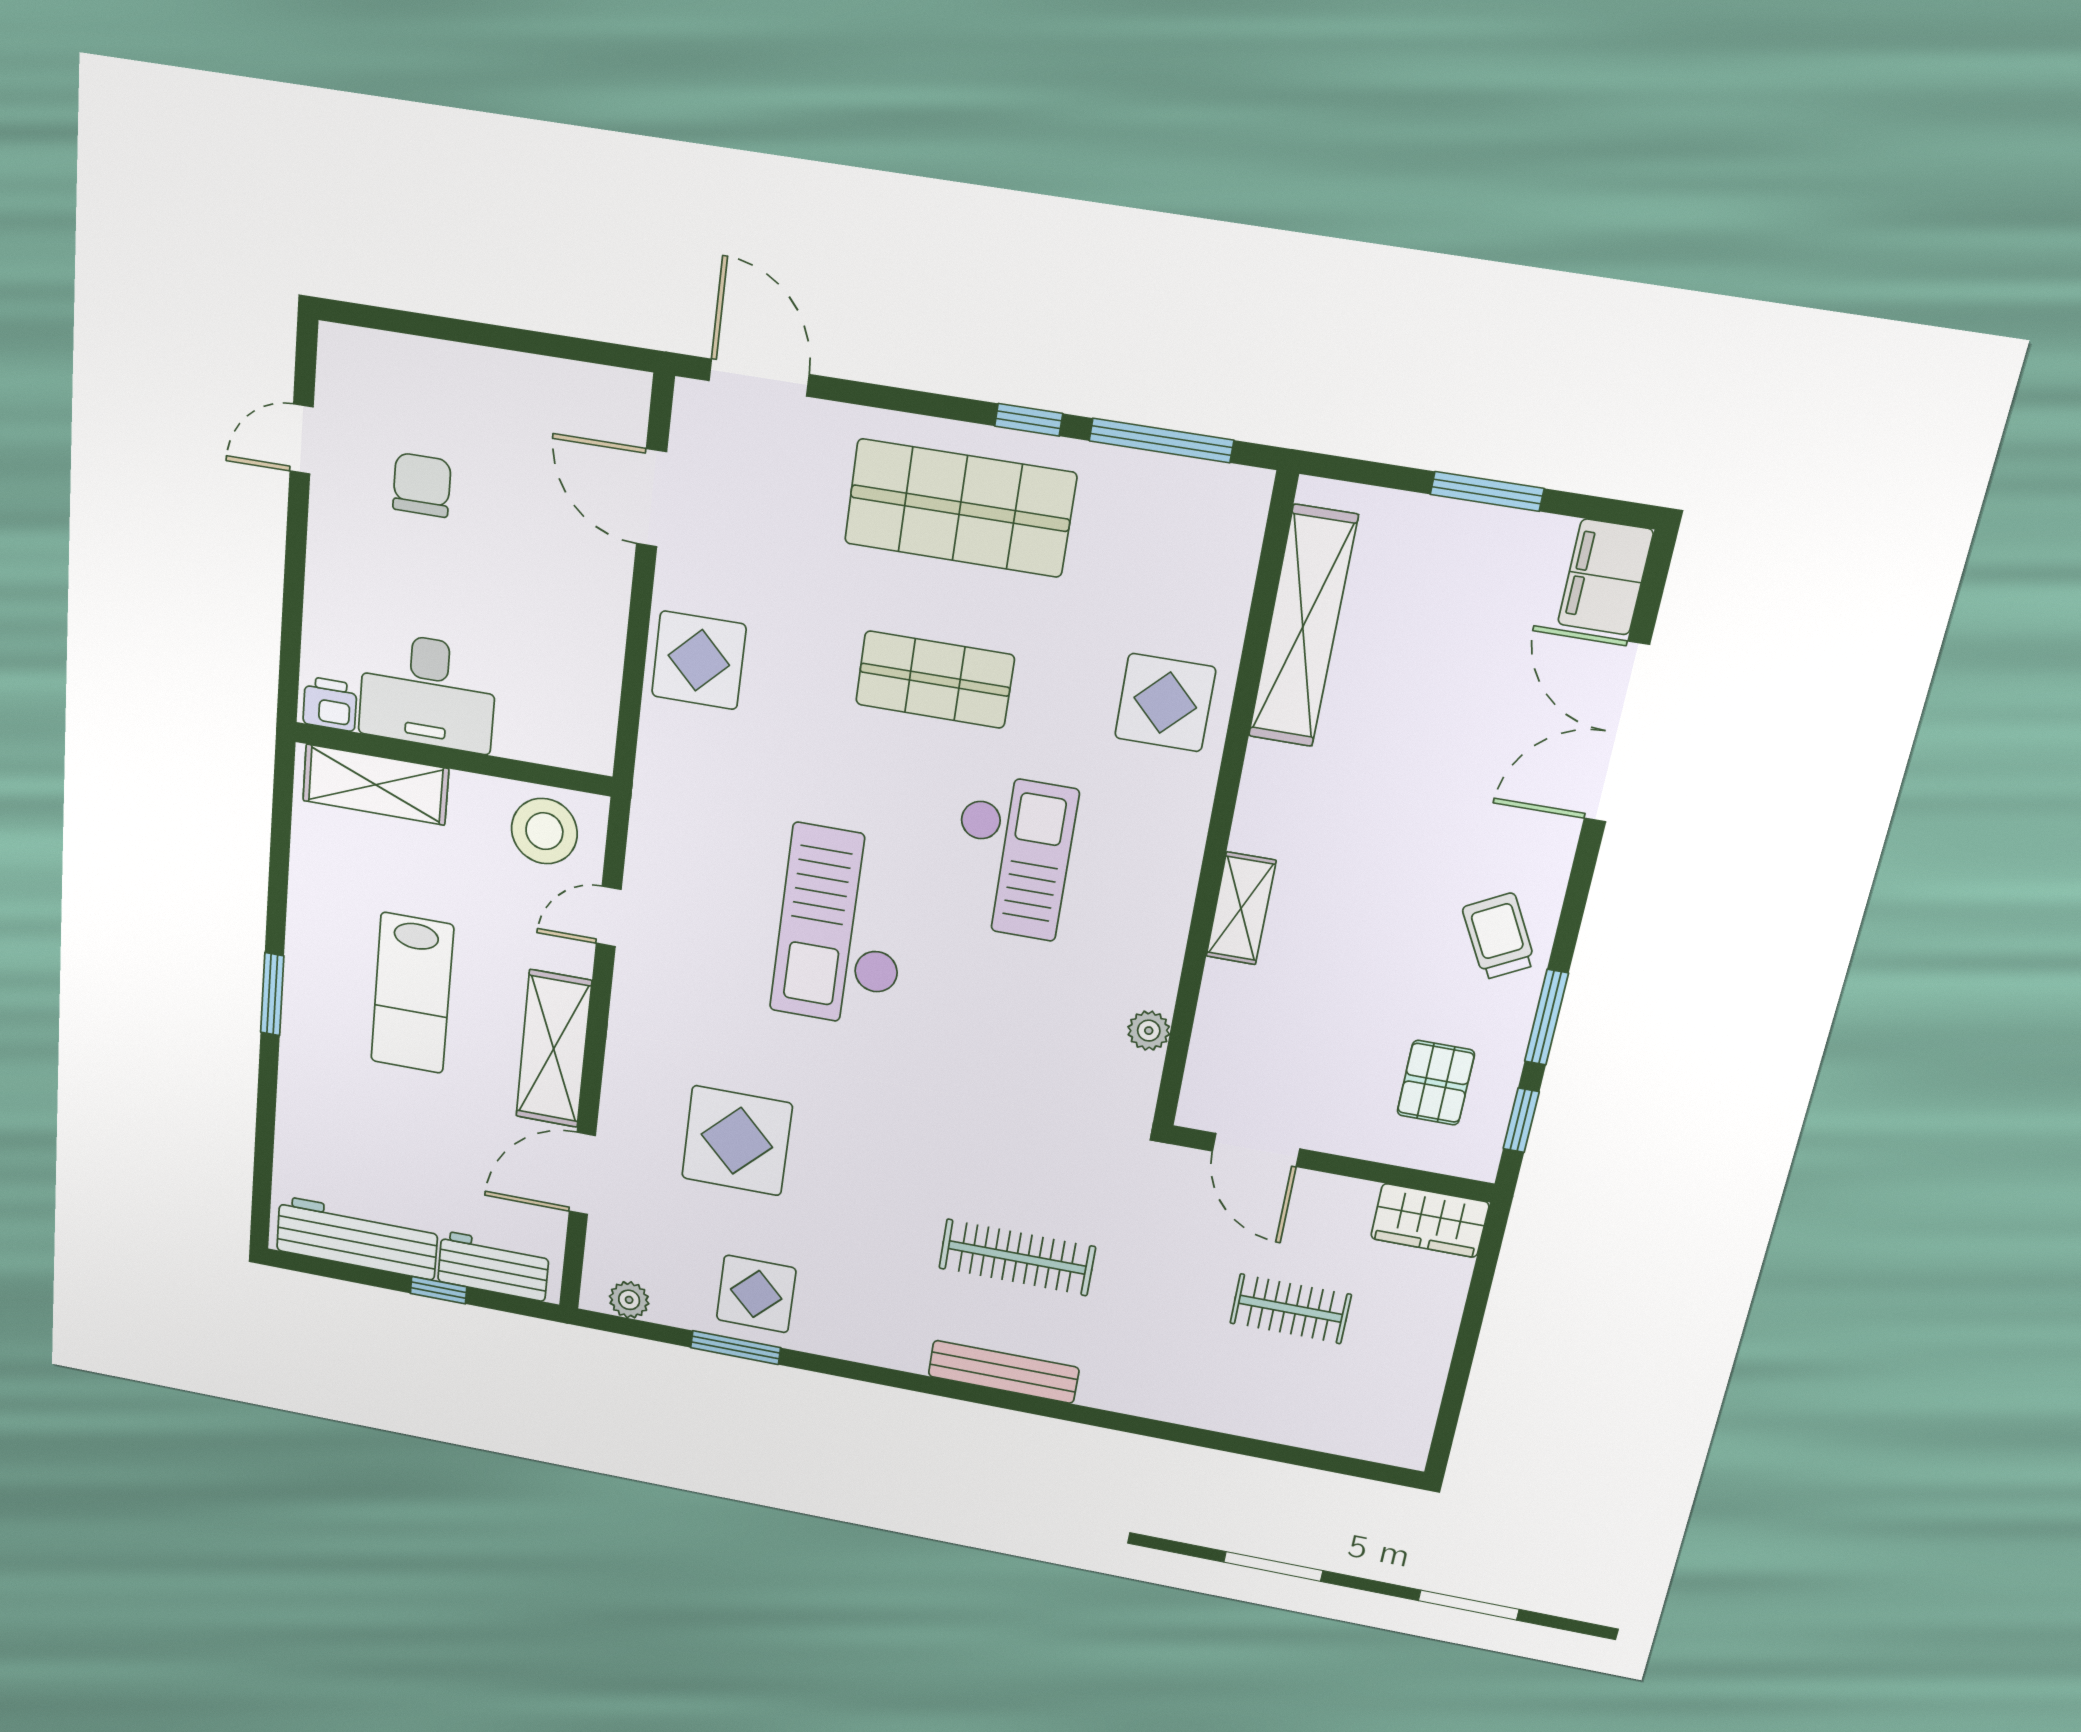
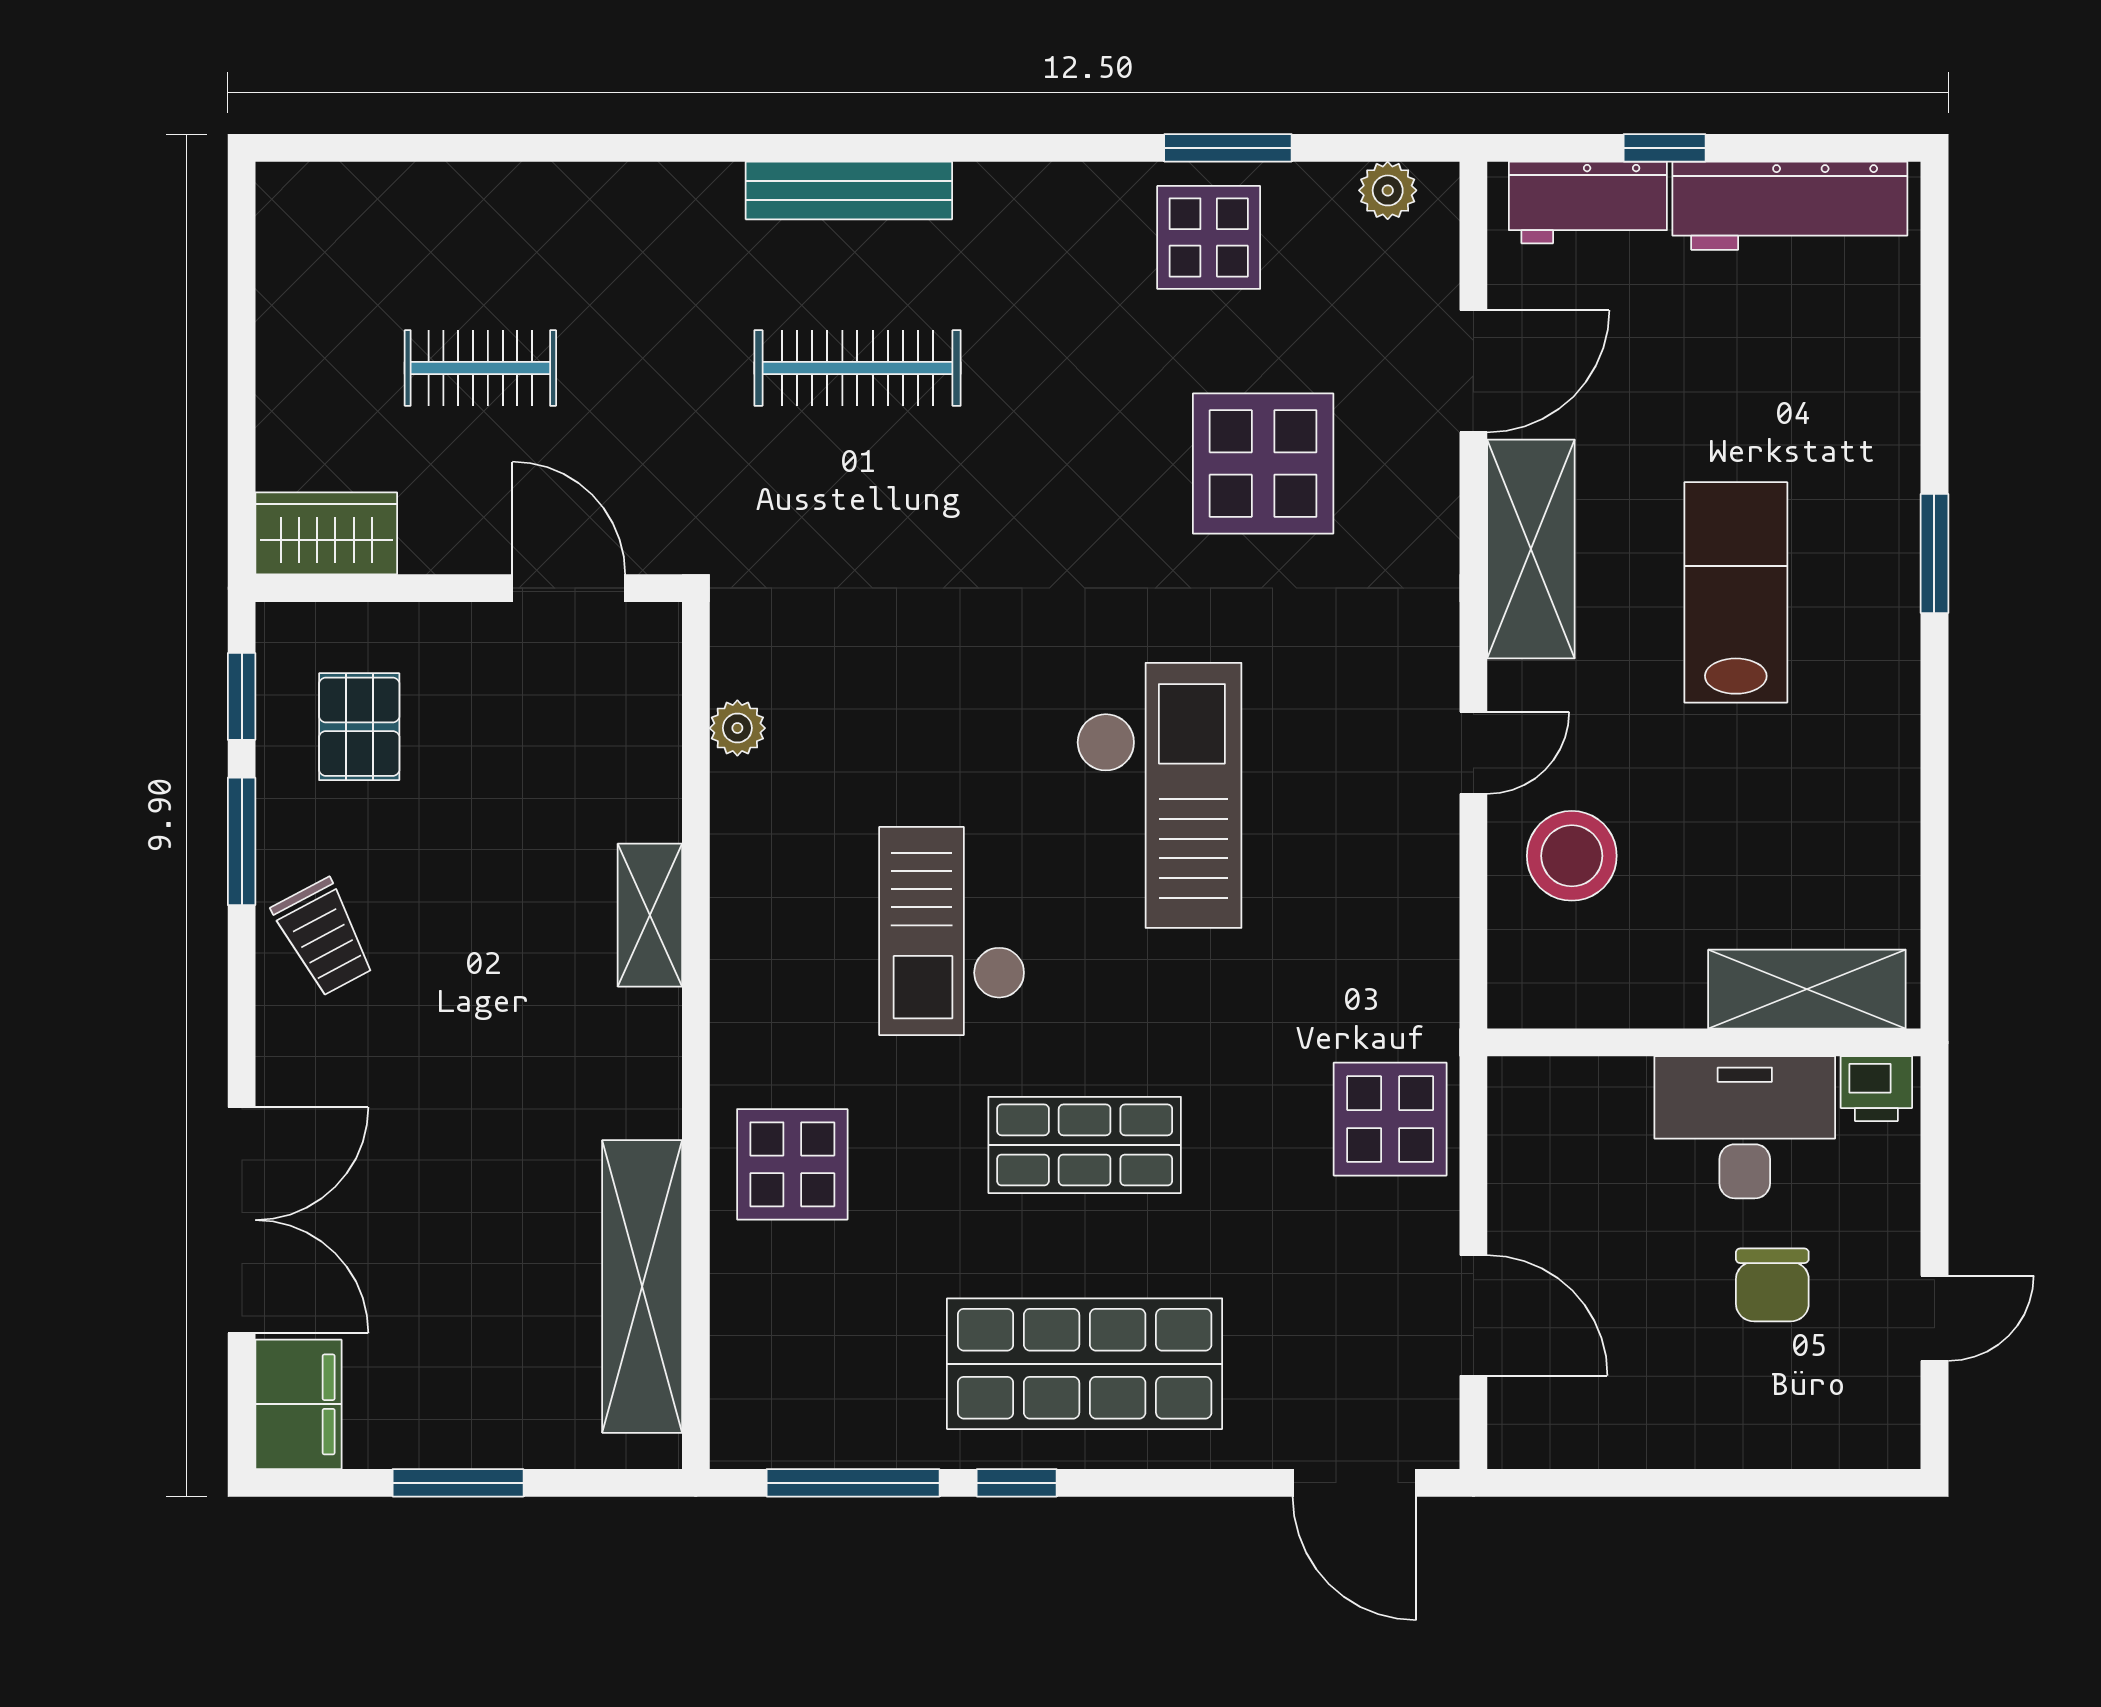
desk: (428, 692) -> (1745, 1127), moved
printer: (330, 704) -> (1876, 1089), moved
wall: (453, 759) -> (1704, 1042), moved
shelving: (376, 785) -> (1807, 989), moved

